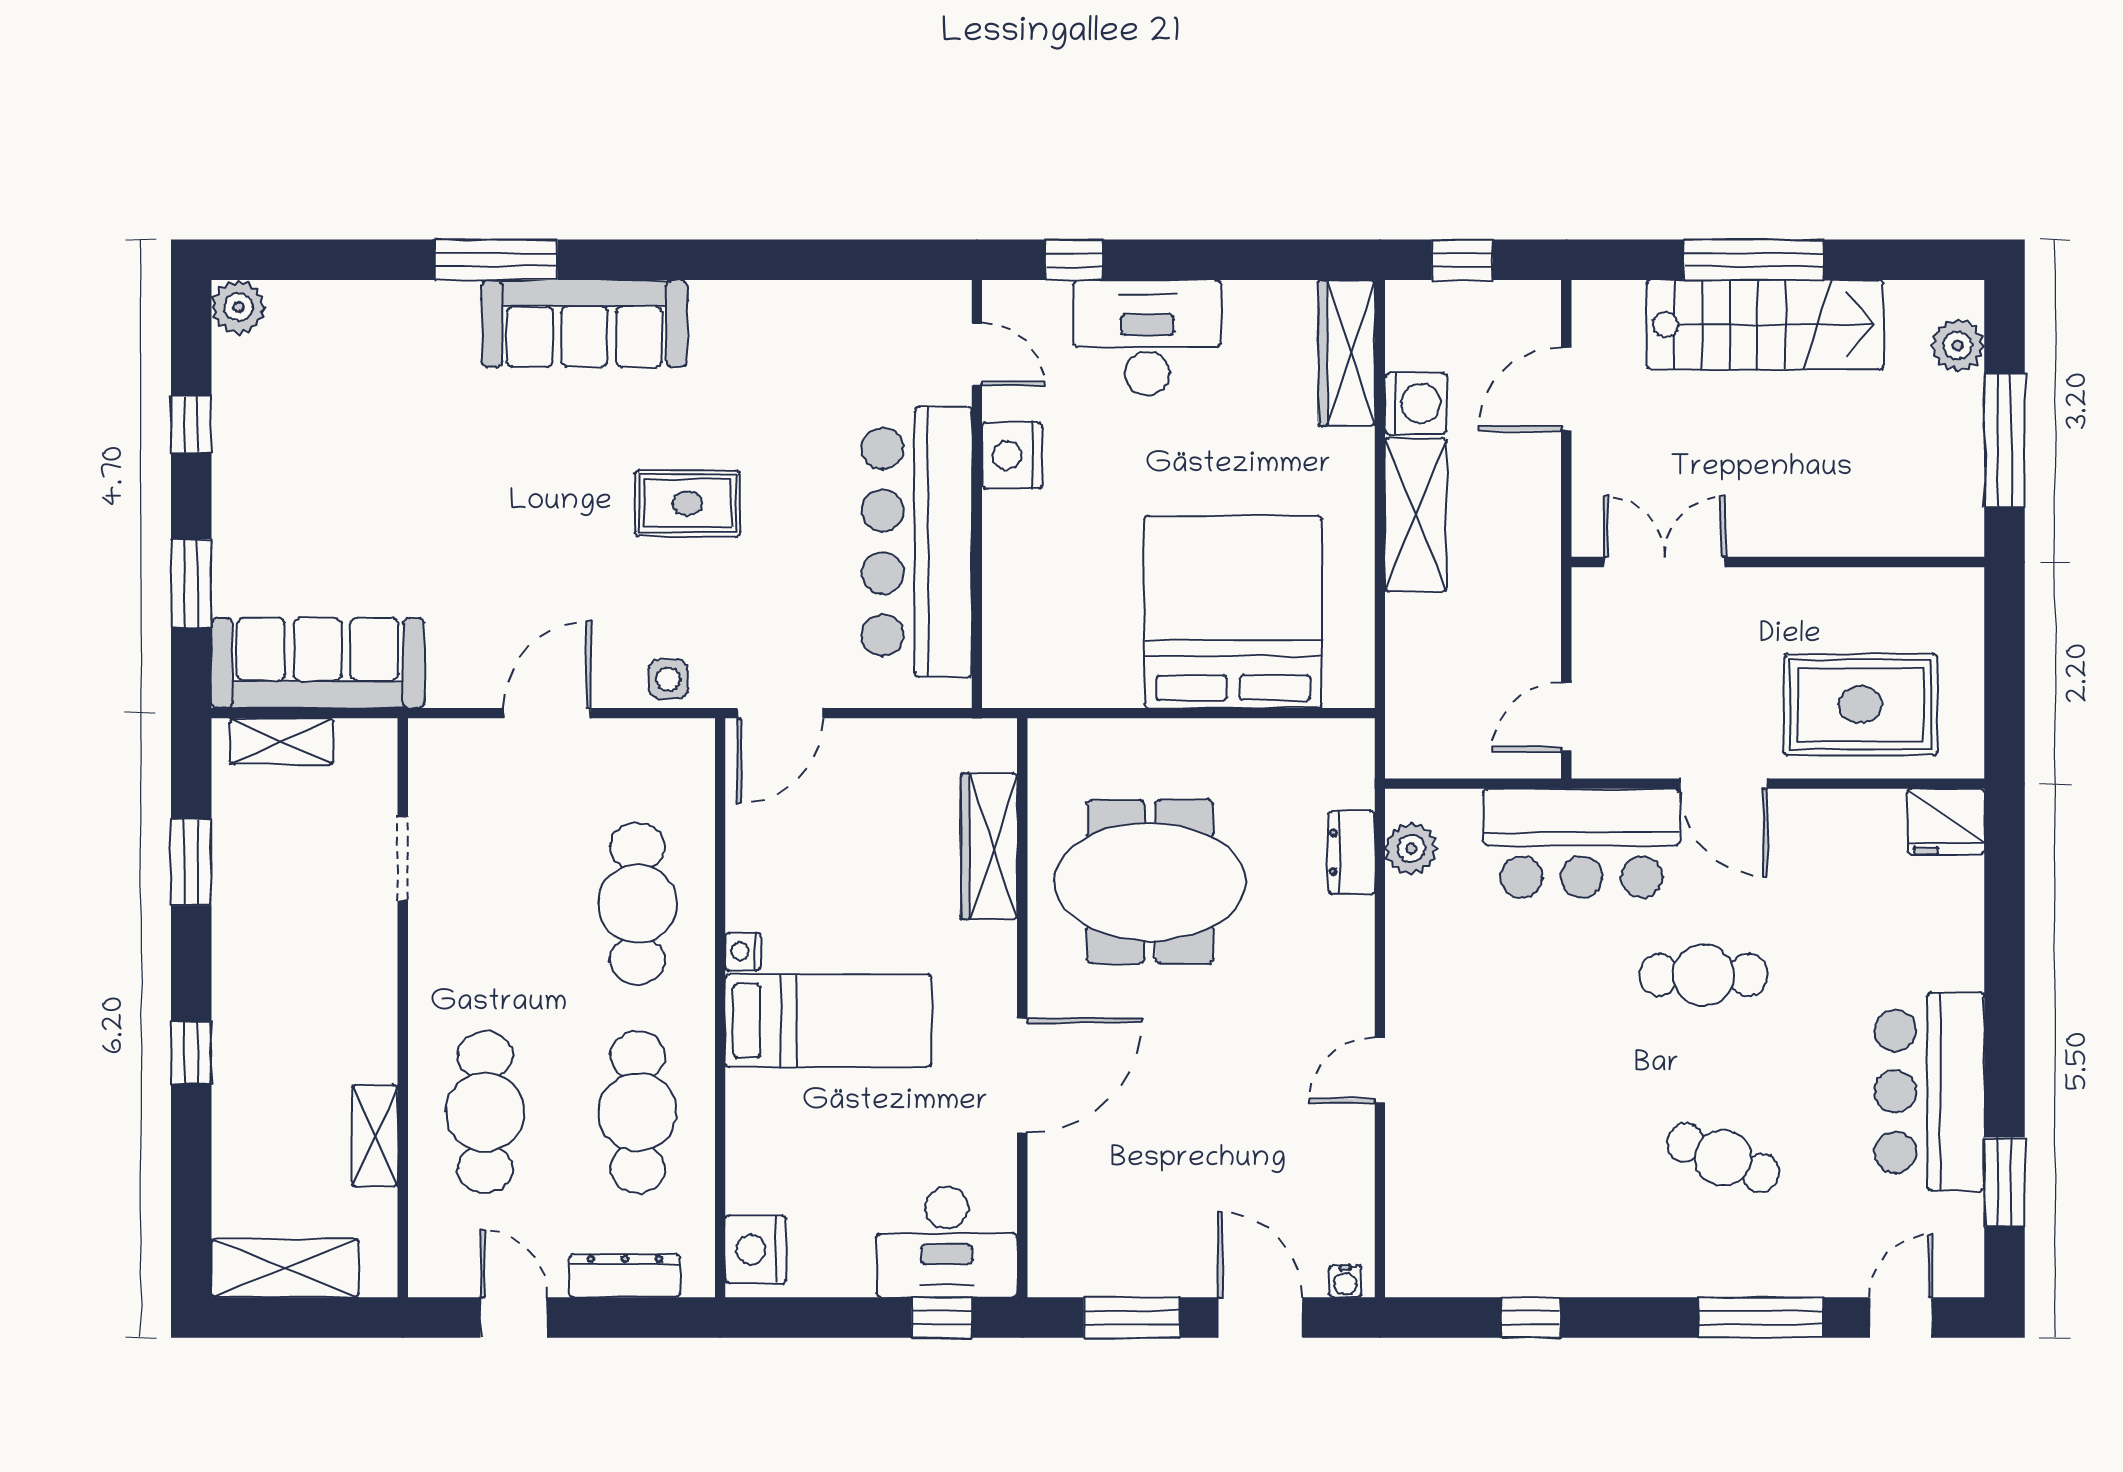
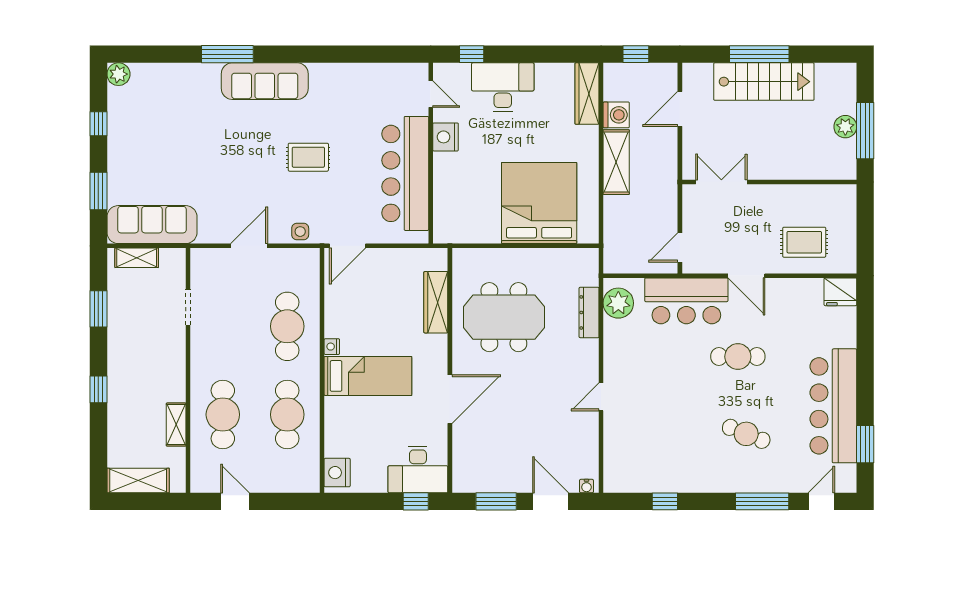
plant: (1958, 345) -> (845, 127), moved
rug: (1860, 704) -> (804, 242), width x0.73, depth x0.70
plant: (1411, 848) -> (618, 303), width x1.36, depth x1.36
dresser: (1351, 852) -> (589, 312), width x1.44
bar counter: (1929, 1092) -> (833, 406), width x1.36
dresser: (625, 1276) -> (282, 484), removed

